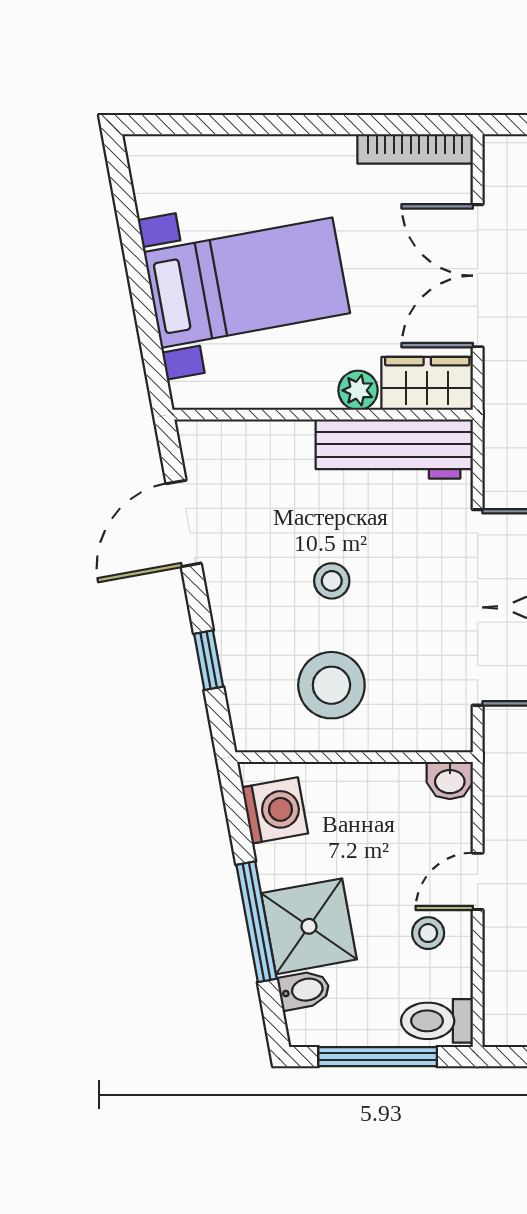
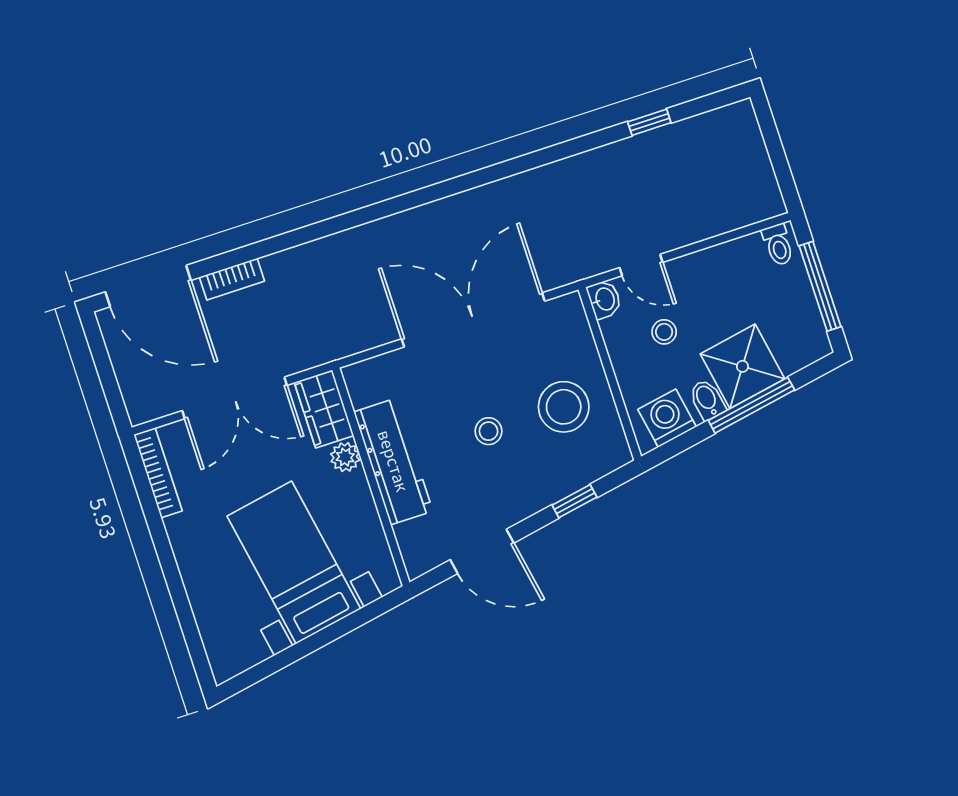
workbench: (394, 449) -> (393, 461), moved
door: (478, 881) -> (641, 265), moved
stool: (428, 933) -> (664, 332), moved
bidet: (304, 990) -> (707, 400), moved
toilet: (437, 1021) -> (778, 245), width x0.73, depth x0.72

